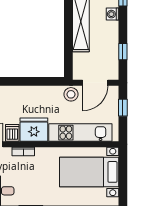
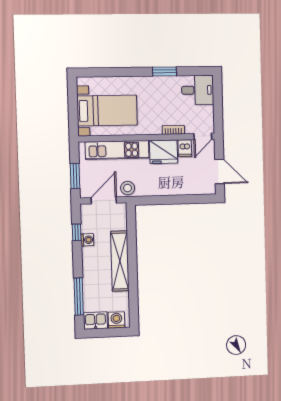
washing machine: (113, 14) -> (87, 240), moved
window: (123, 108) -> (75, 176), width x1.50

